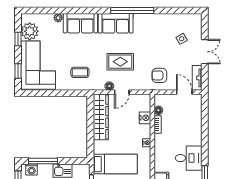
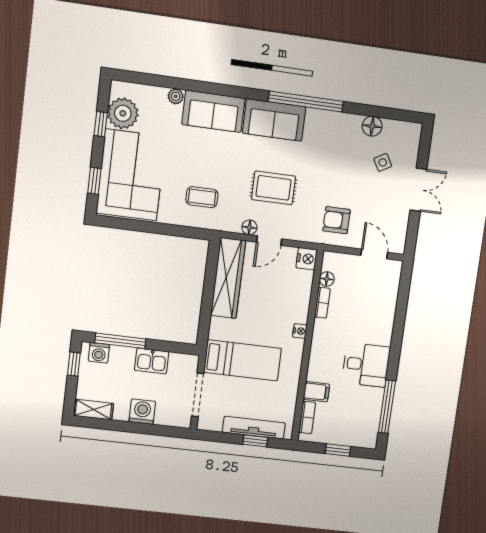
floor lamp: (173, 19) -> (372, 126), added
tv unit: (197, 78) -> (399, 233), removed
nightstand: (145, 118) -> (307, 259), moved

